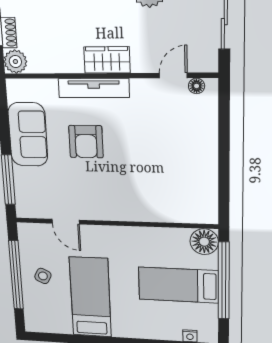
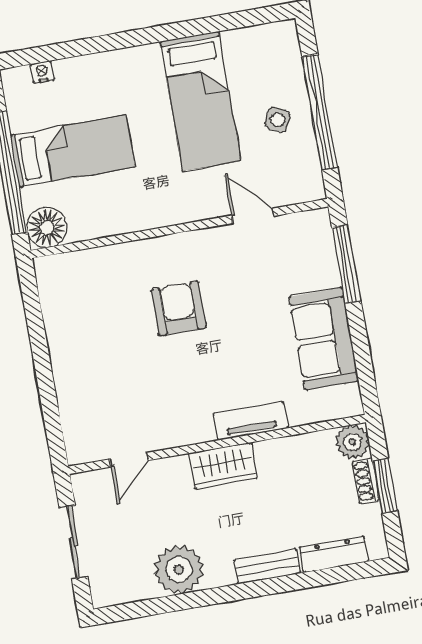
floor lamp: (197, 86) -> (95, 451), removed
tv unit: (94, 88) -> (251, 421), width x0.71
armchair: (86, 142) -> (179, 308), moved

